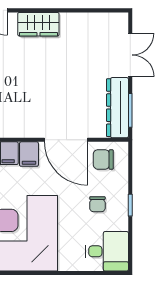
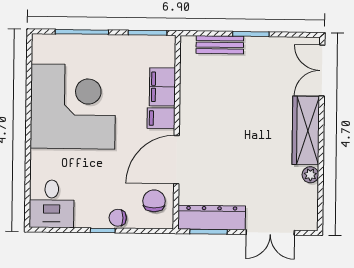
plant: (78, 20) -> (310, 175), added
wardrobe: (38, 24) -> (306, 130), width x1.50
chair: (97, 204) -> (118, 218), moved

